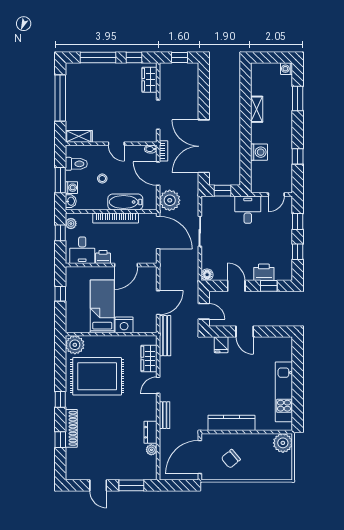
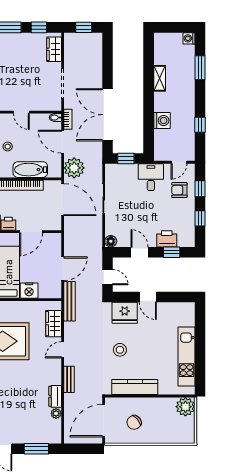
armchair: (277, 223) -> (179, 190), added
fridge: (221, 345) -> (125, 313), width x1.88, depth x1.34
stool: (216, 385) -> (120, 350), added

